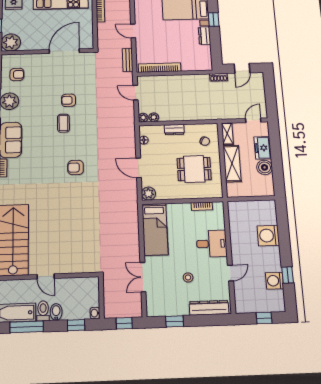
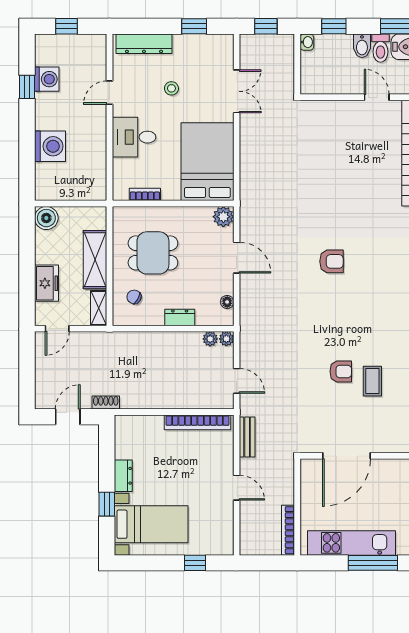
coffee table: (63, 123) -> (372, 381), moved
boiler: (265, 167) -> (46, 218), moved
bed: (155, 229) -> (207, 162), width x1.50

